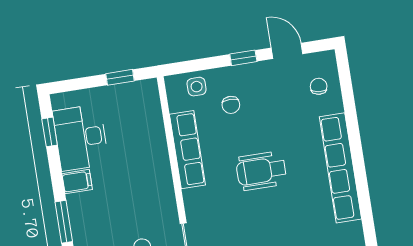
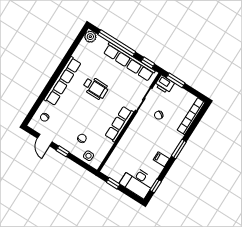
desk: (81, 138) -> (138, 182), moved, turned 90
row of seats: (187, 150) -> (119, 124), moved
wheelchair: (261, 171) -> (95, 88), moved

